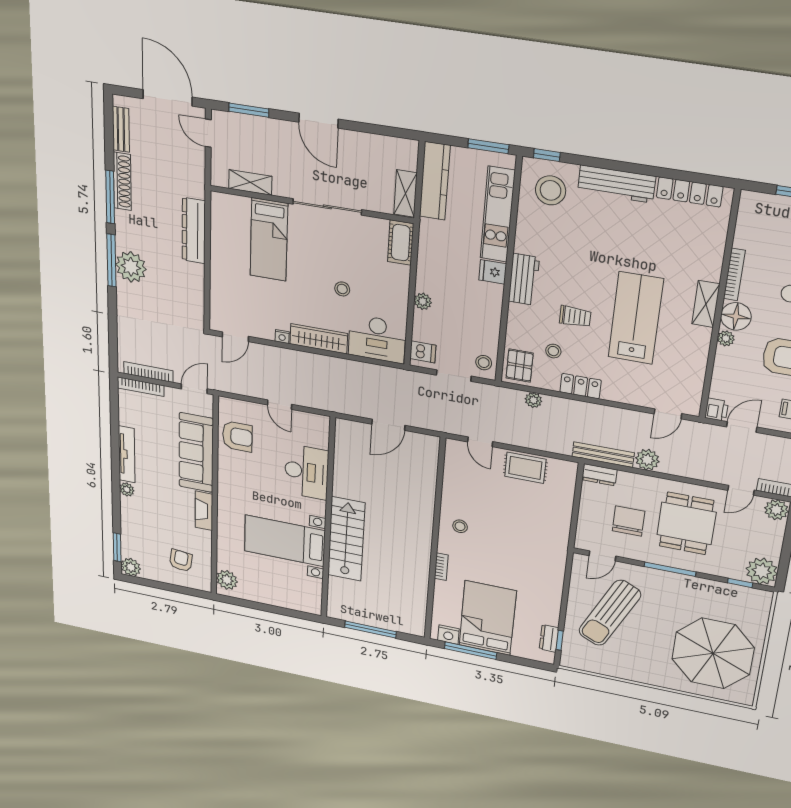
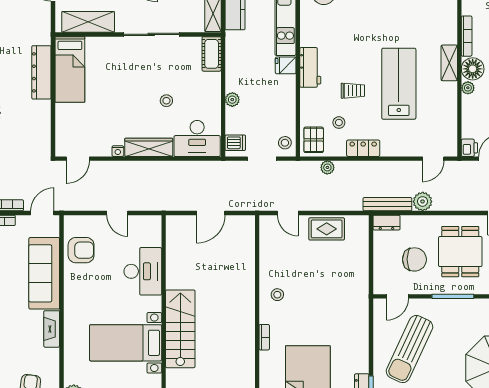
shelving: (250, 182) -> (88, 22), width x1.50, depth x1.33
bed: (269, 240) -> (70, 69), moved
chair: (629, 521) -> (414, 259), turned 90

